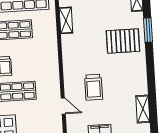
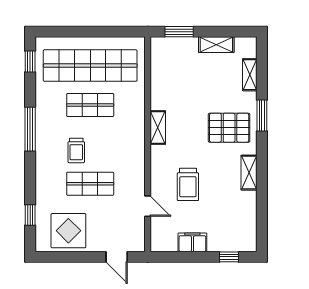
shelving: (66, 20) -> (158, 128), moved
shelving: (143, 109) -> (249, 173), moved

